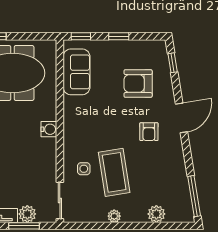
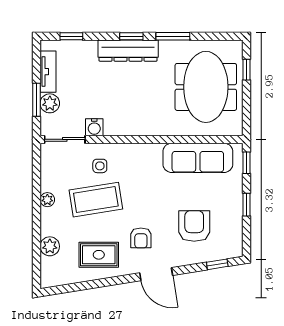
sofa: (77, 72) -> (198, 158), width x1.36
water cooler: (49, 129) -> (94, 127), moved
armchair: (149, 132) -> (141, 238), turned -90
rug: (164, 170) -> (99, 255), added
window: (194, 196) -> (70, 288), removed

